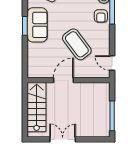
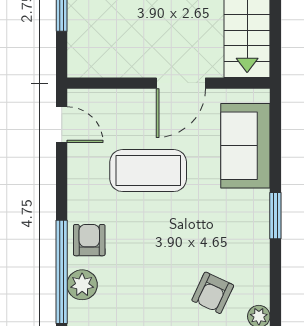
sofa: (37, 25) -> (245, 146), moved
coffee table: (77, 44) -> (148, 171), turned -53

